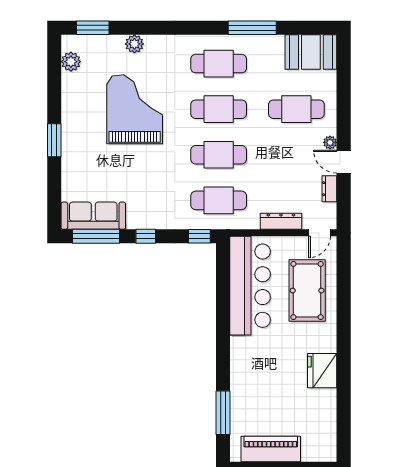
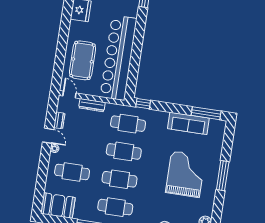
grand piano: (135, 109) -> (185, 174), moved, turned 180
window: (54, 140) -> (223, 176), width x1.44
sofa: (93, 216) -> (188, 123), moved
door: (320, 233) -> (69, 94), hinge flipped
window: (146, 236) -> (176, 109), removed
bar counter: (250, 286) -> (118, 58), width x1.36

